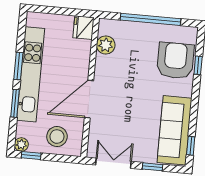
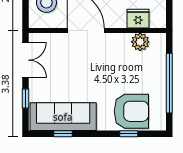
fridge: (84, 28) -> (138, 19), moved
window: (191, 146) -> (63, 134), moved

